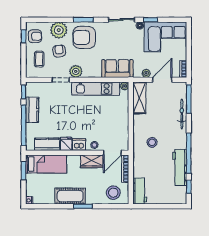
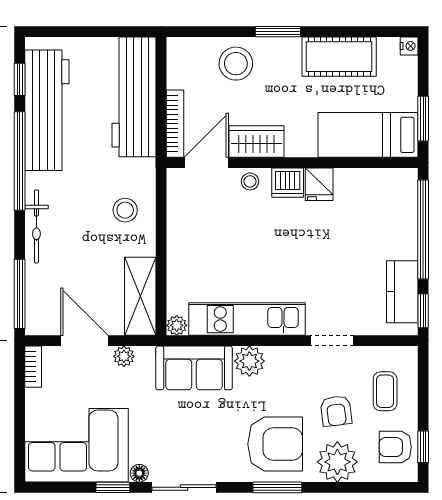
plant: (76, 71) -> (249, 361), moved
door: (162, 80) -> (84, 341), swing flipped
kitchen counter: (32, 110) -> (402, 292), moved
bicycle: (182, 114) -> (36, 226), moved
stool: (152, 142) -> (125, 210), moved
kitchen counter: (47, 144) -> (366, 183), removed
workbench: (180, 167) -> (47, 110), width x1.36, depth x1.32
workbench: (140, 191) -> (134, 97), width x1.88, depth x1.32
stool: (113, 193) -> (236, 64), moved
cot: (70, 196) -> (339, 57), moved

